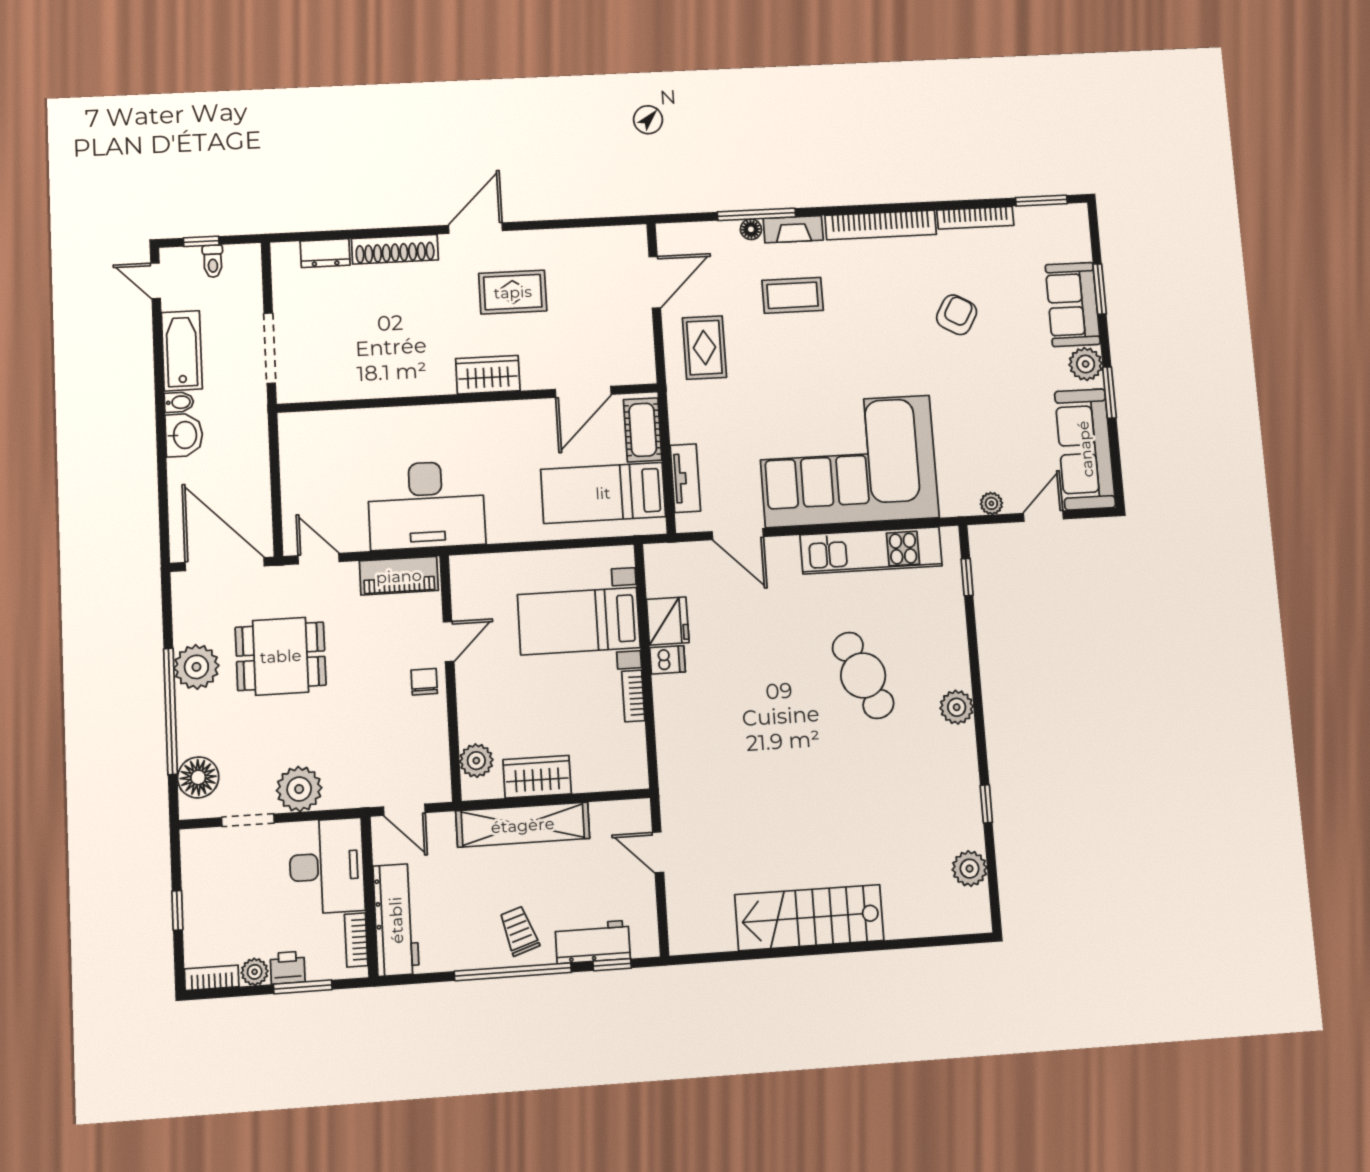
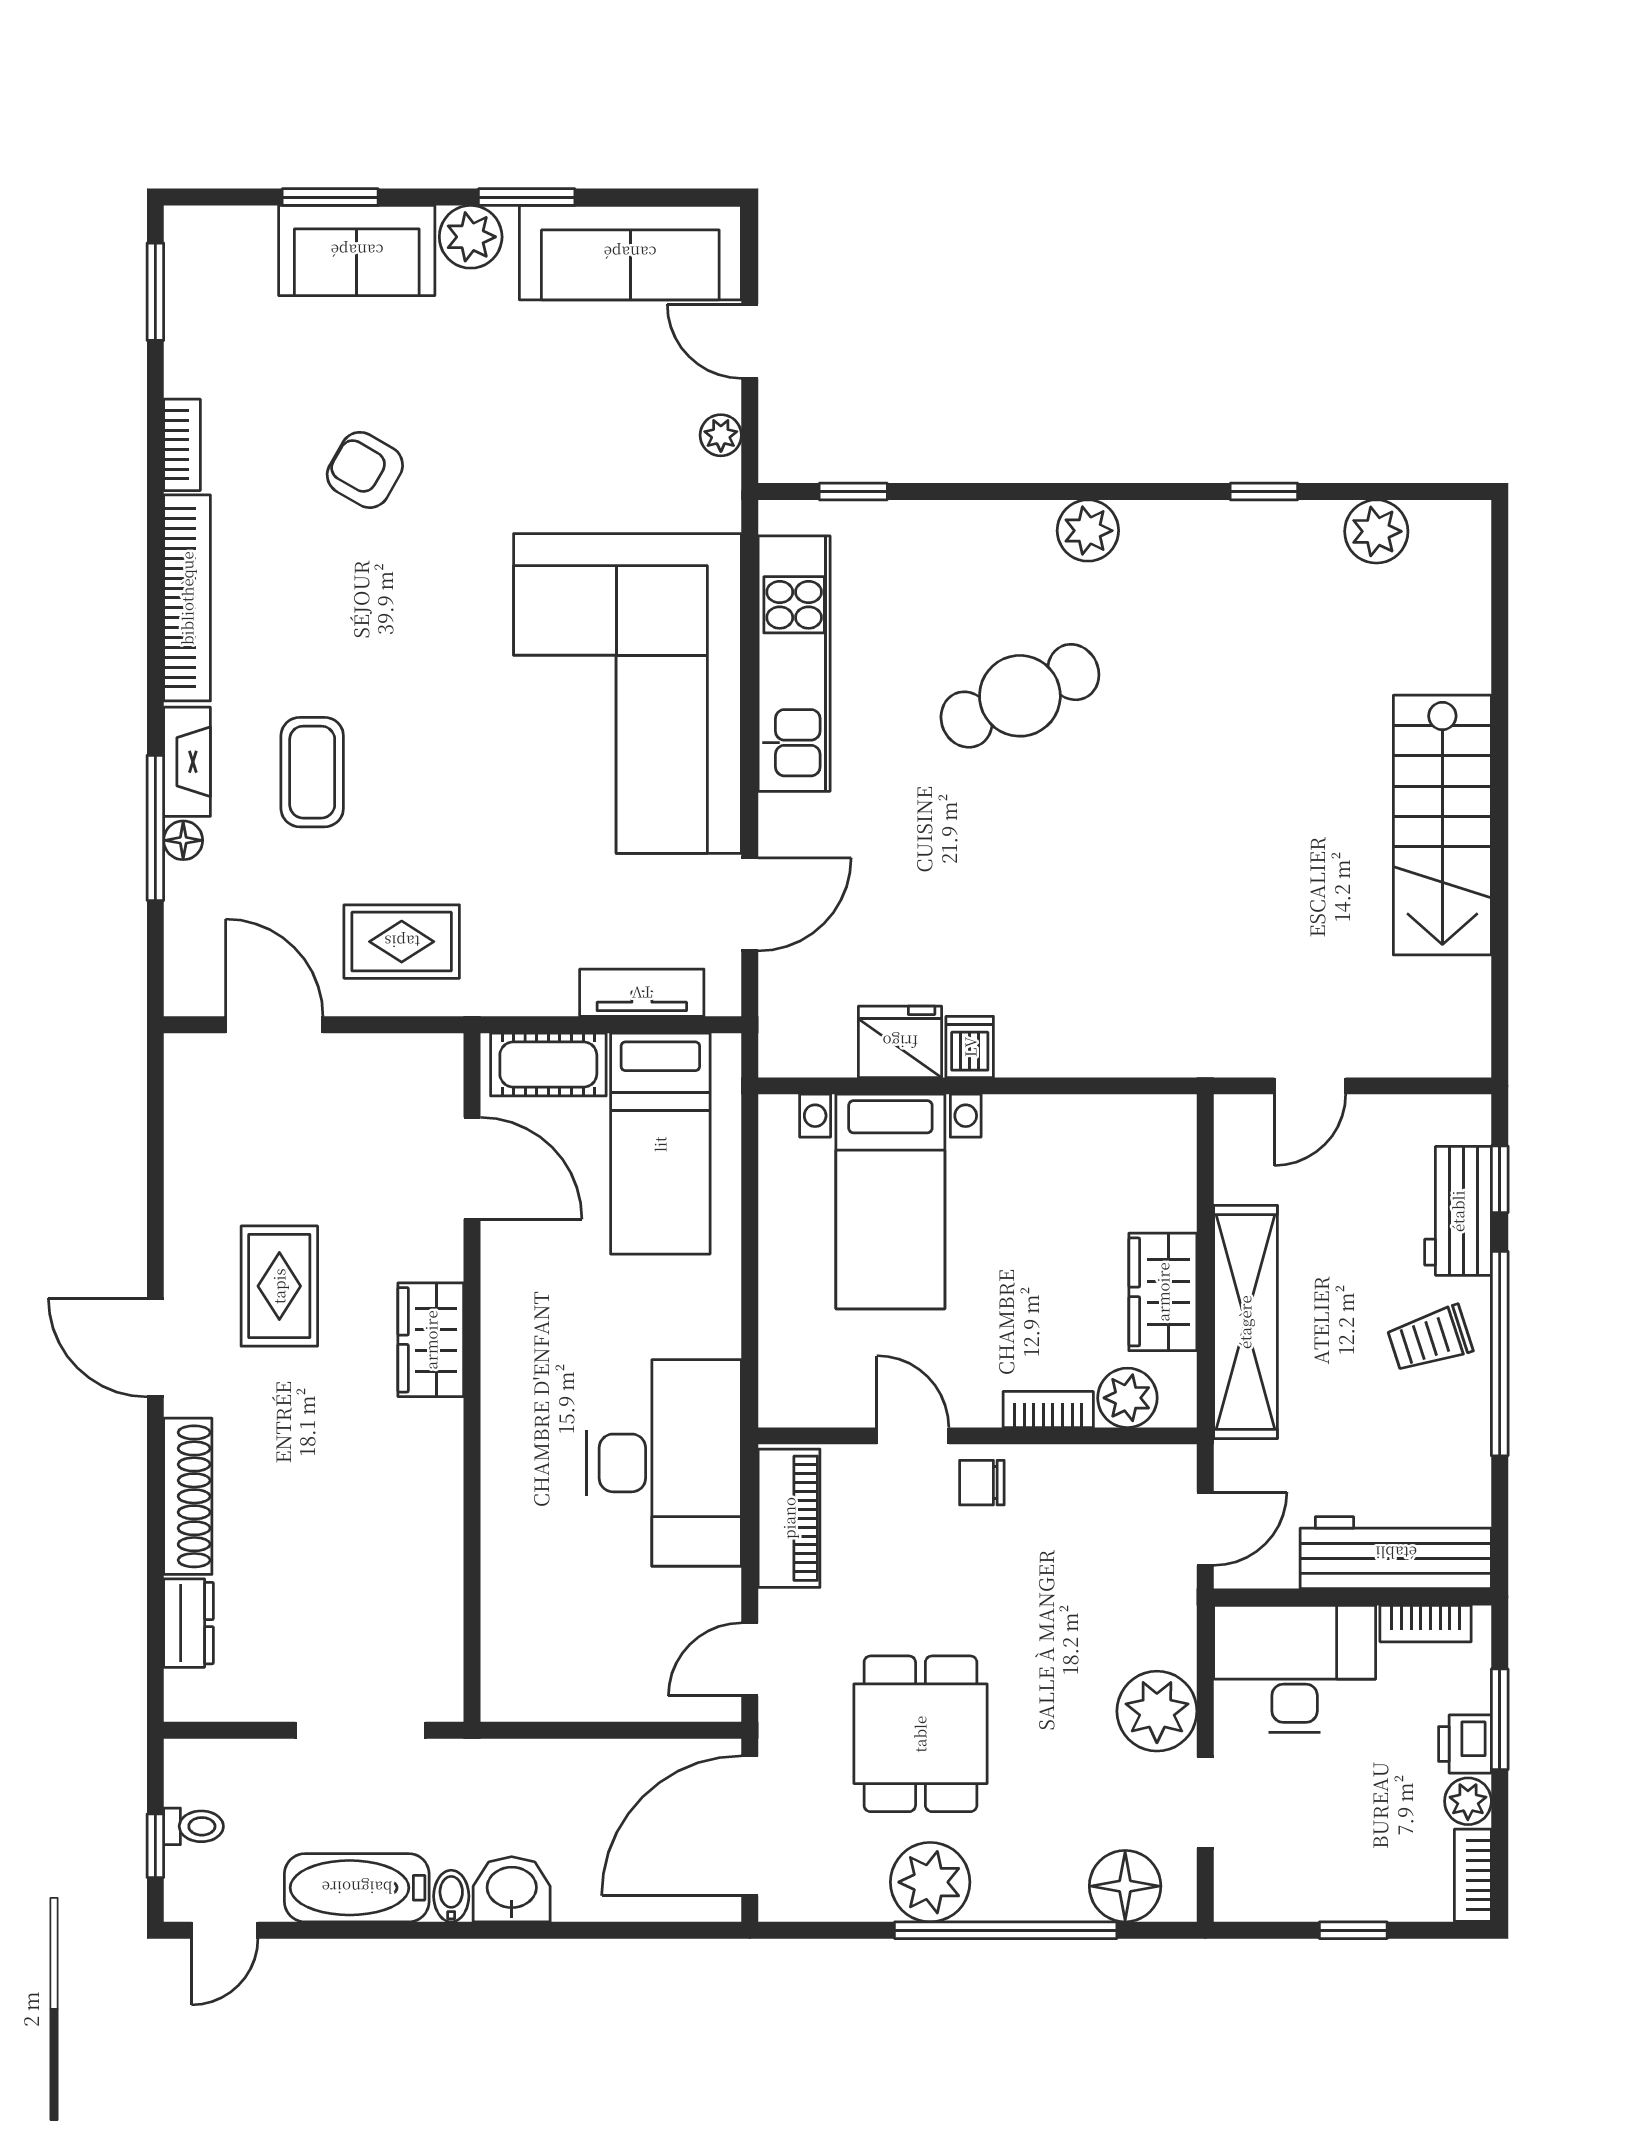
bookcase: (975, 218) -> (182, 445), width x0.64
bookcase: (633, 696) -> (1048, 1409), moved, turned 180

